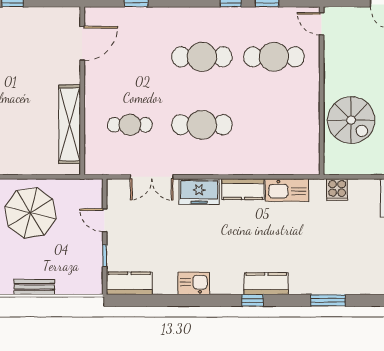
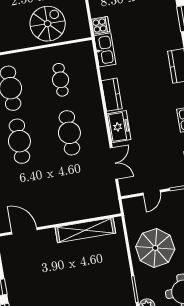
cafe table: (130, 125) -> (61, 80), moved
kitchen sink: (287, 190) -> (105, 50), moved

